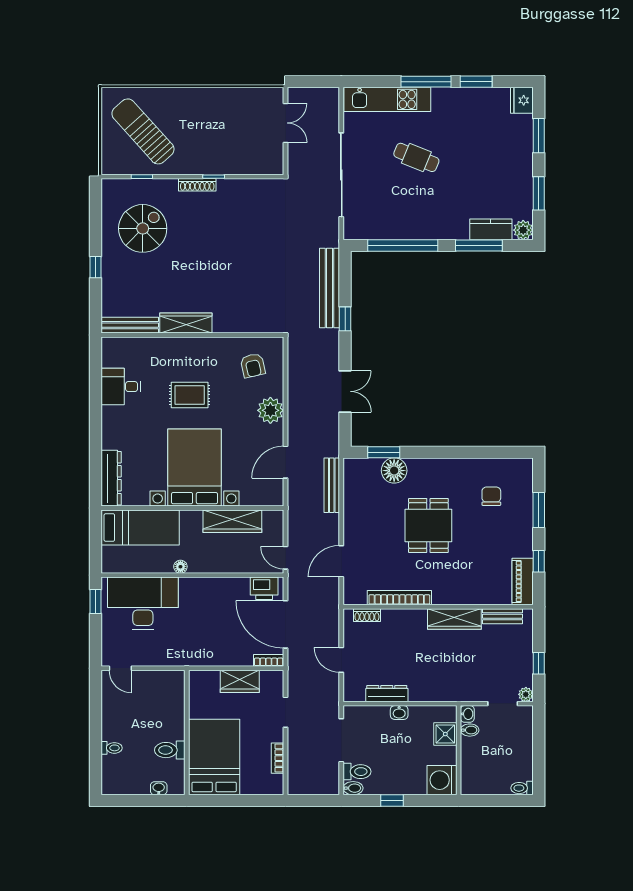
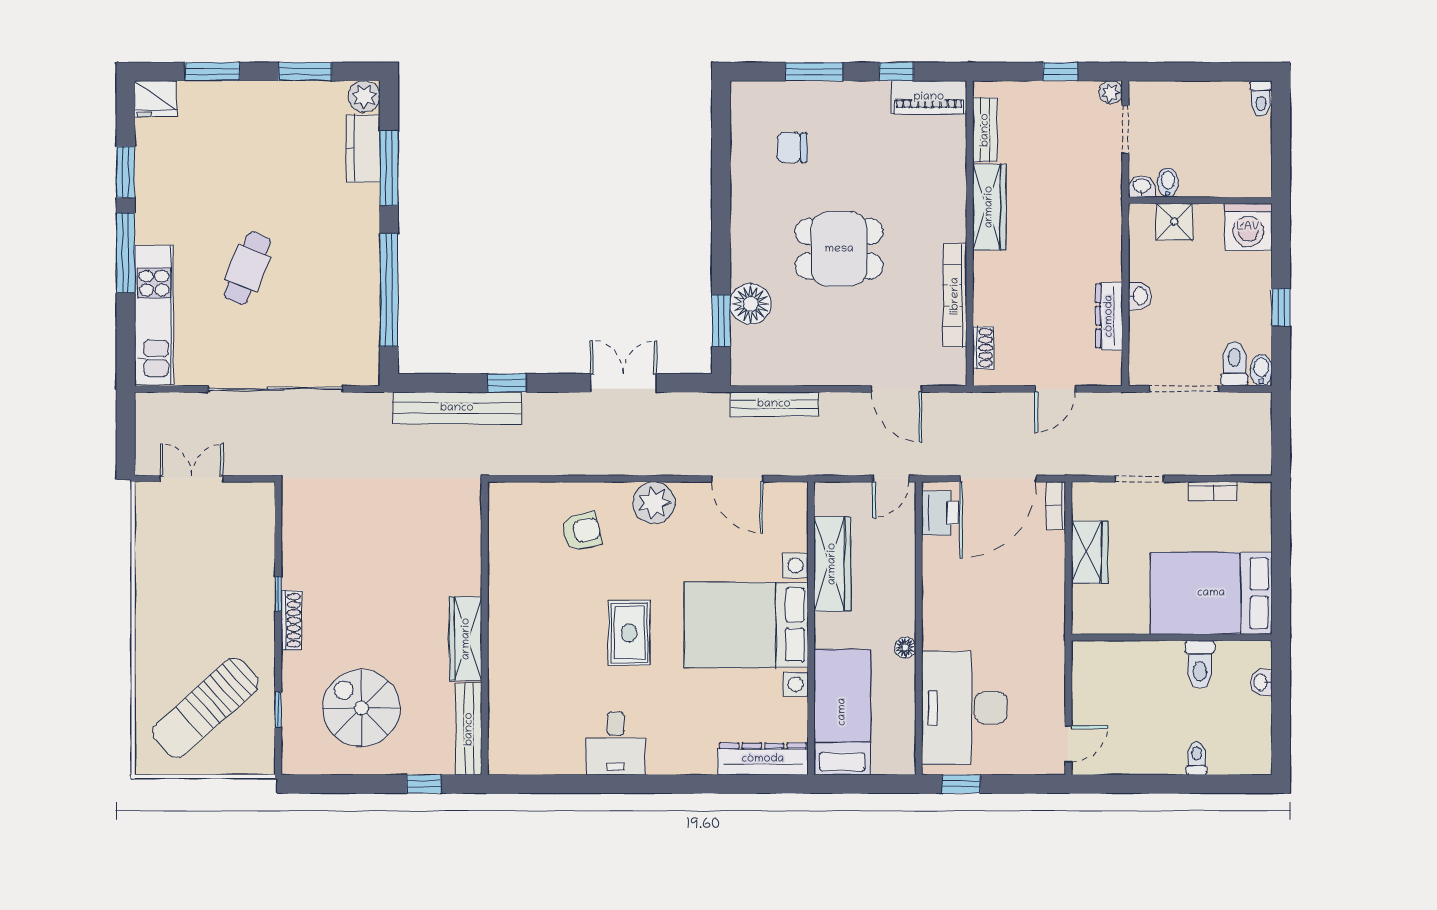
wardrobe: (186, 323) -> (466, 639), moved
bench: (130, 325) -> (469, 729), moved
wall: (192, 335) -> (485, 628), moved

